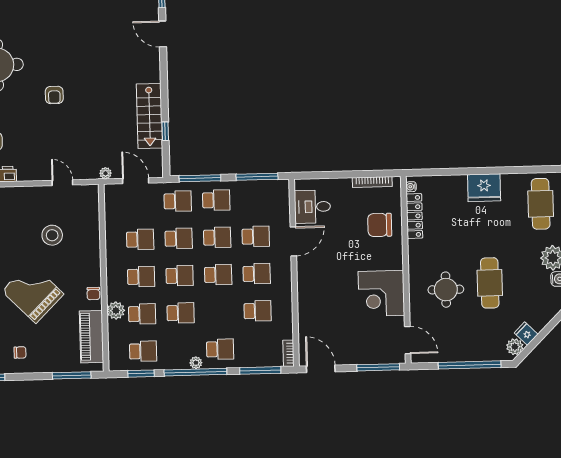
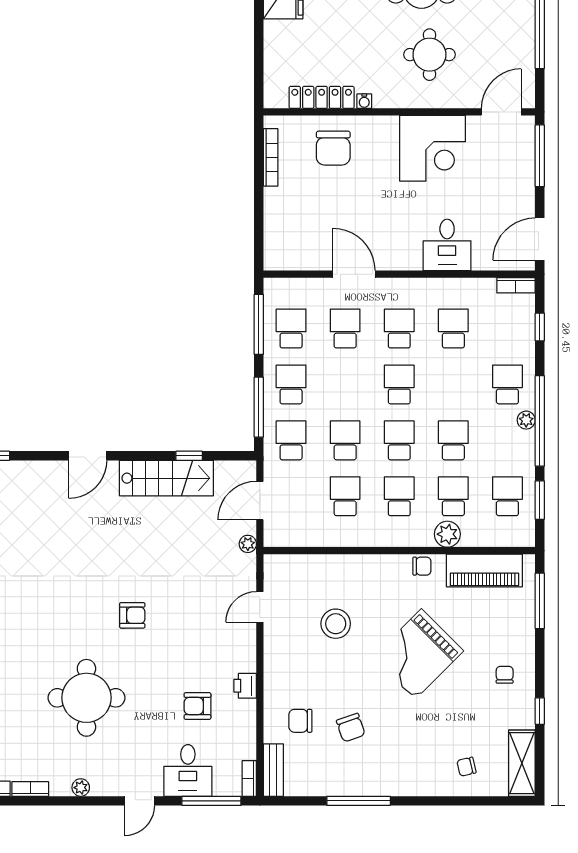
door: (163, 34) -> (88, 456), moved
water cooler: (411, 187) -> (364, 101), moved
desk: (312, 207) -> (447, 245), moved
school desk: (217, 237) -> (291, 329), moved
window: (260, 370) -> (540, 327), width x0.46

